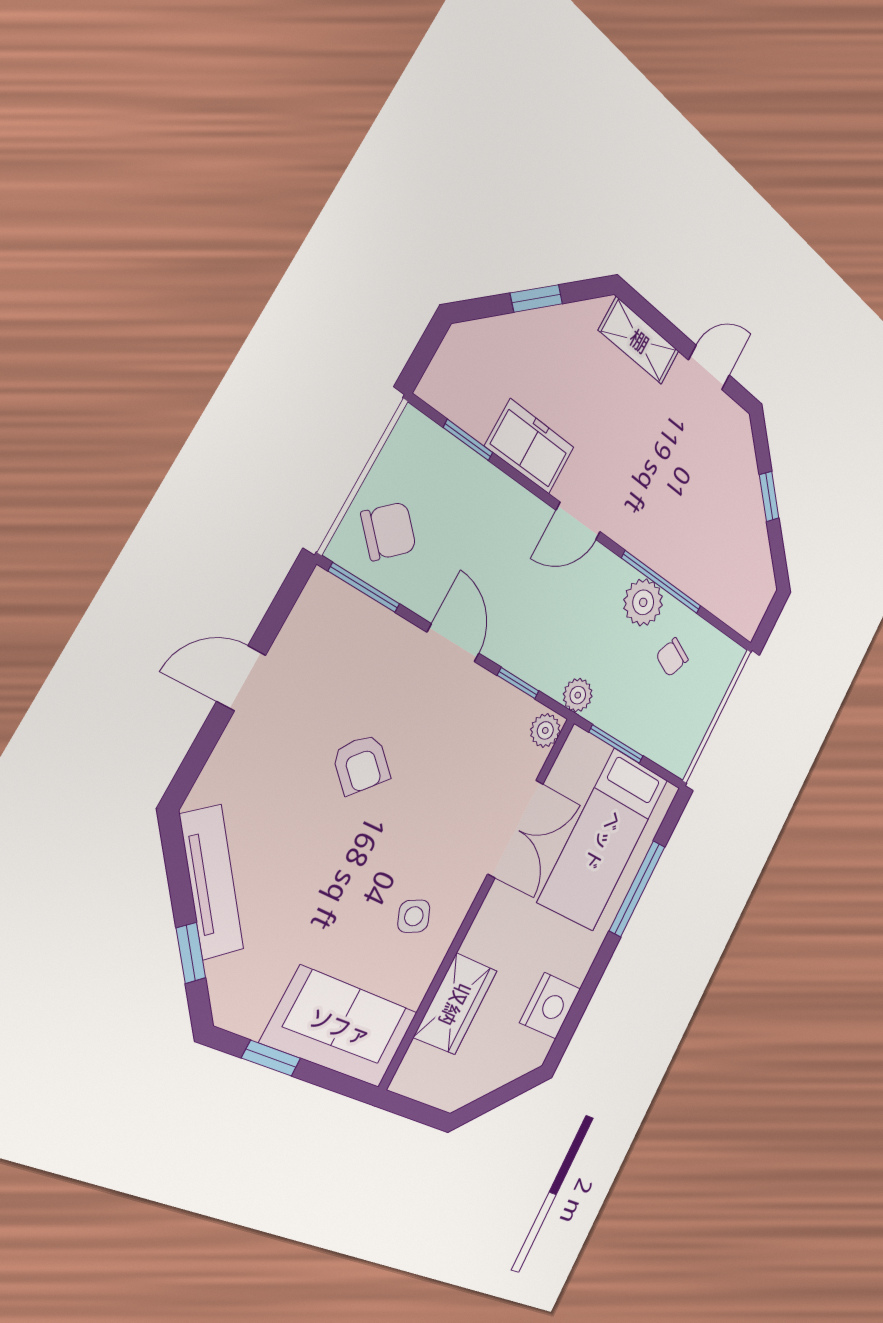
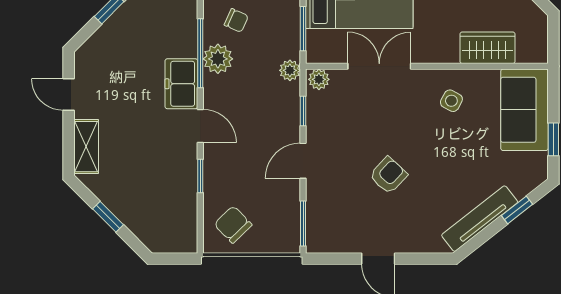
window: (468, 440) -> (200, 176), moved
freezer: (530, 447) -> (181, 84), moved
chair: (389, 531) -> (233, 224), moved
side table: (414, 916) -> (451, 101), turned -38

